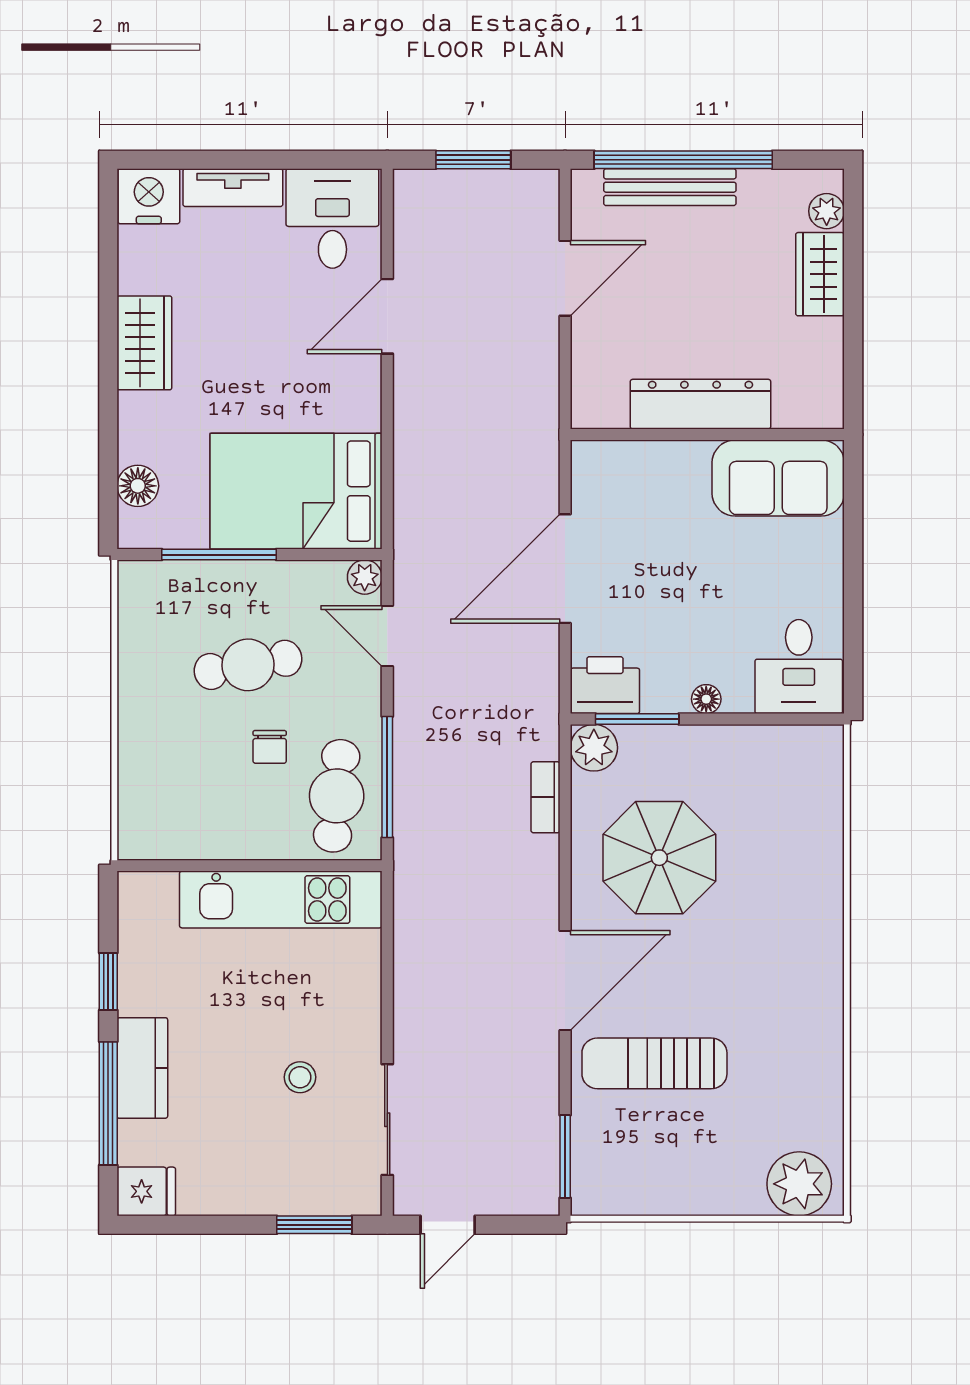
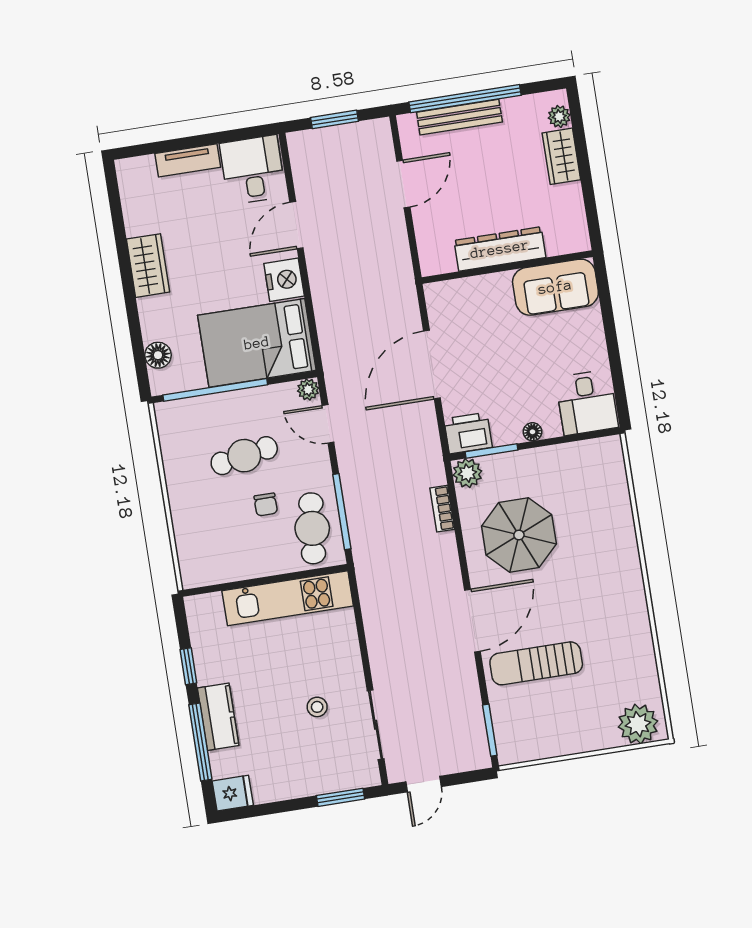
nightstand: (149, 196) -> (284, 280), moved, turned 90
window: (219, 555) -> (215, 390), width x1.46

